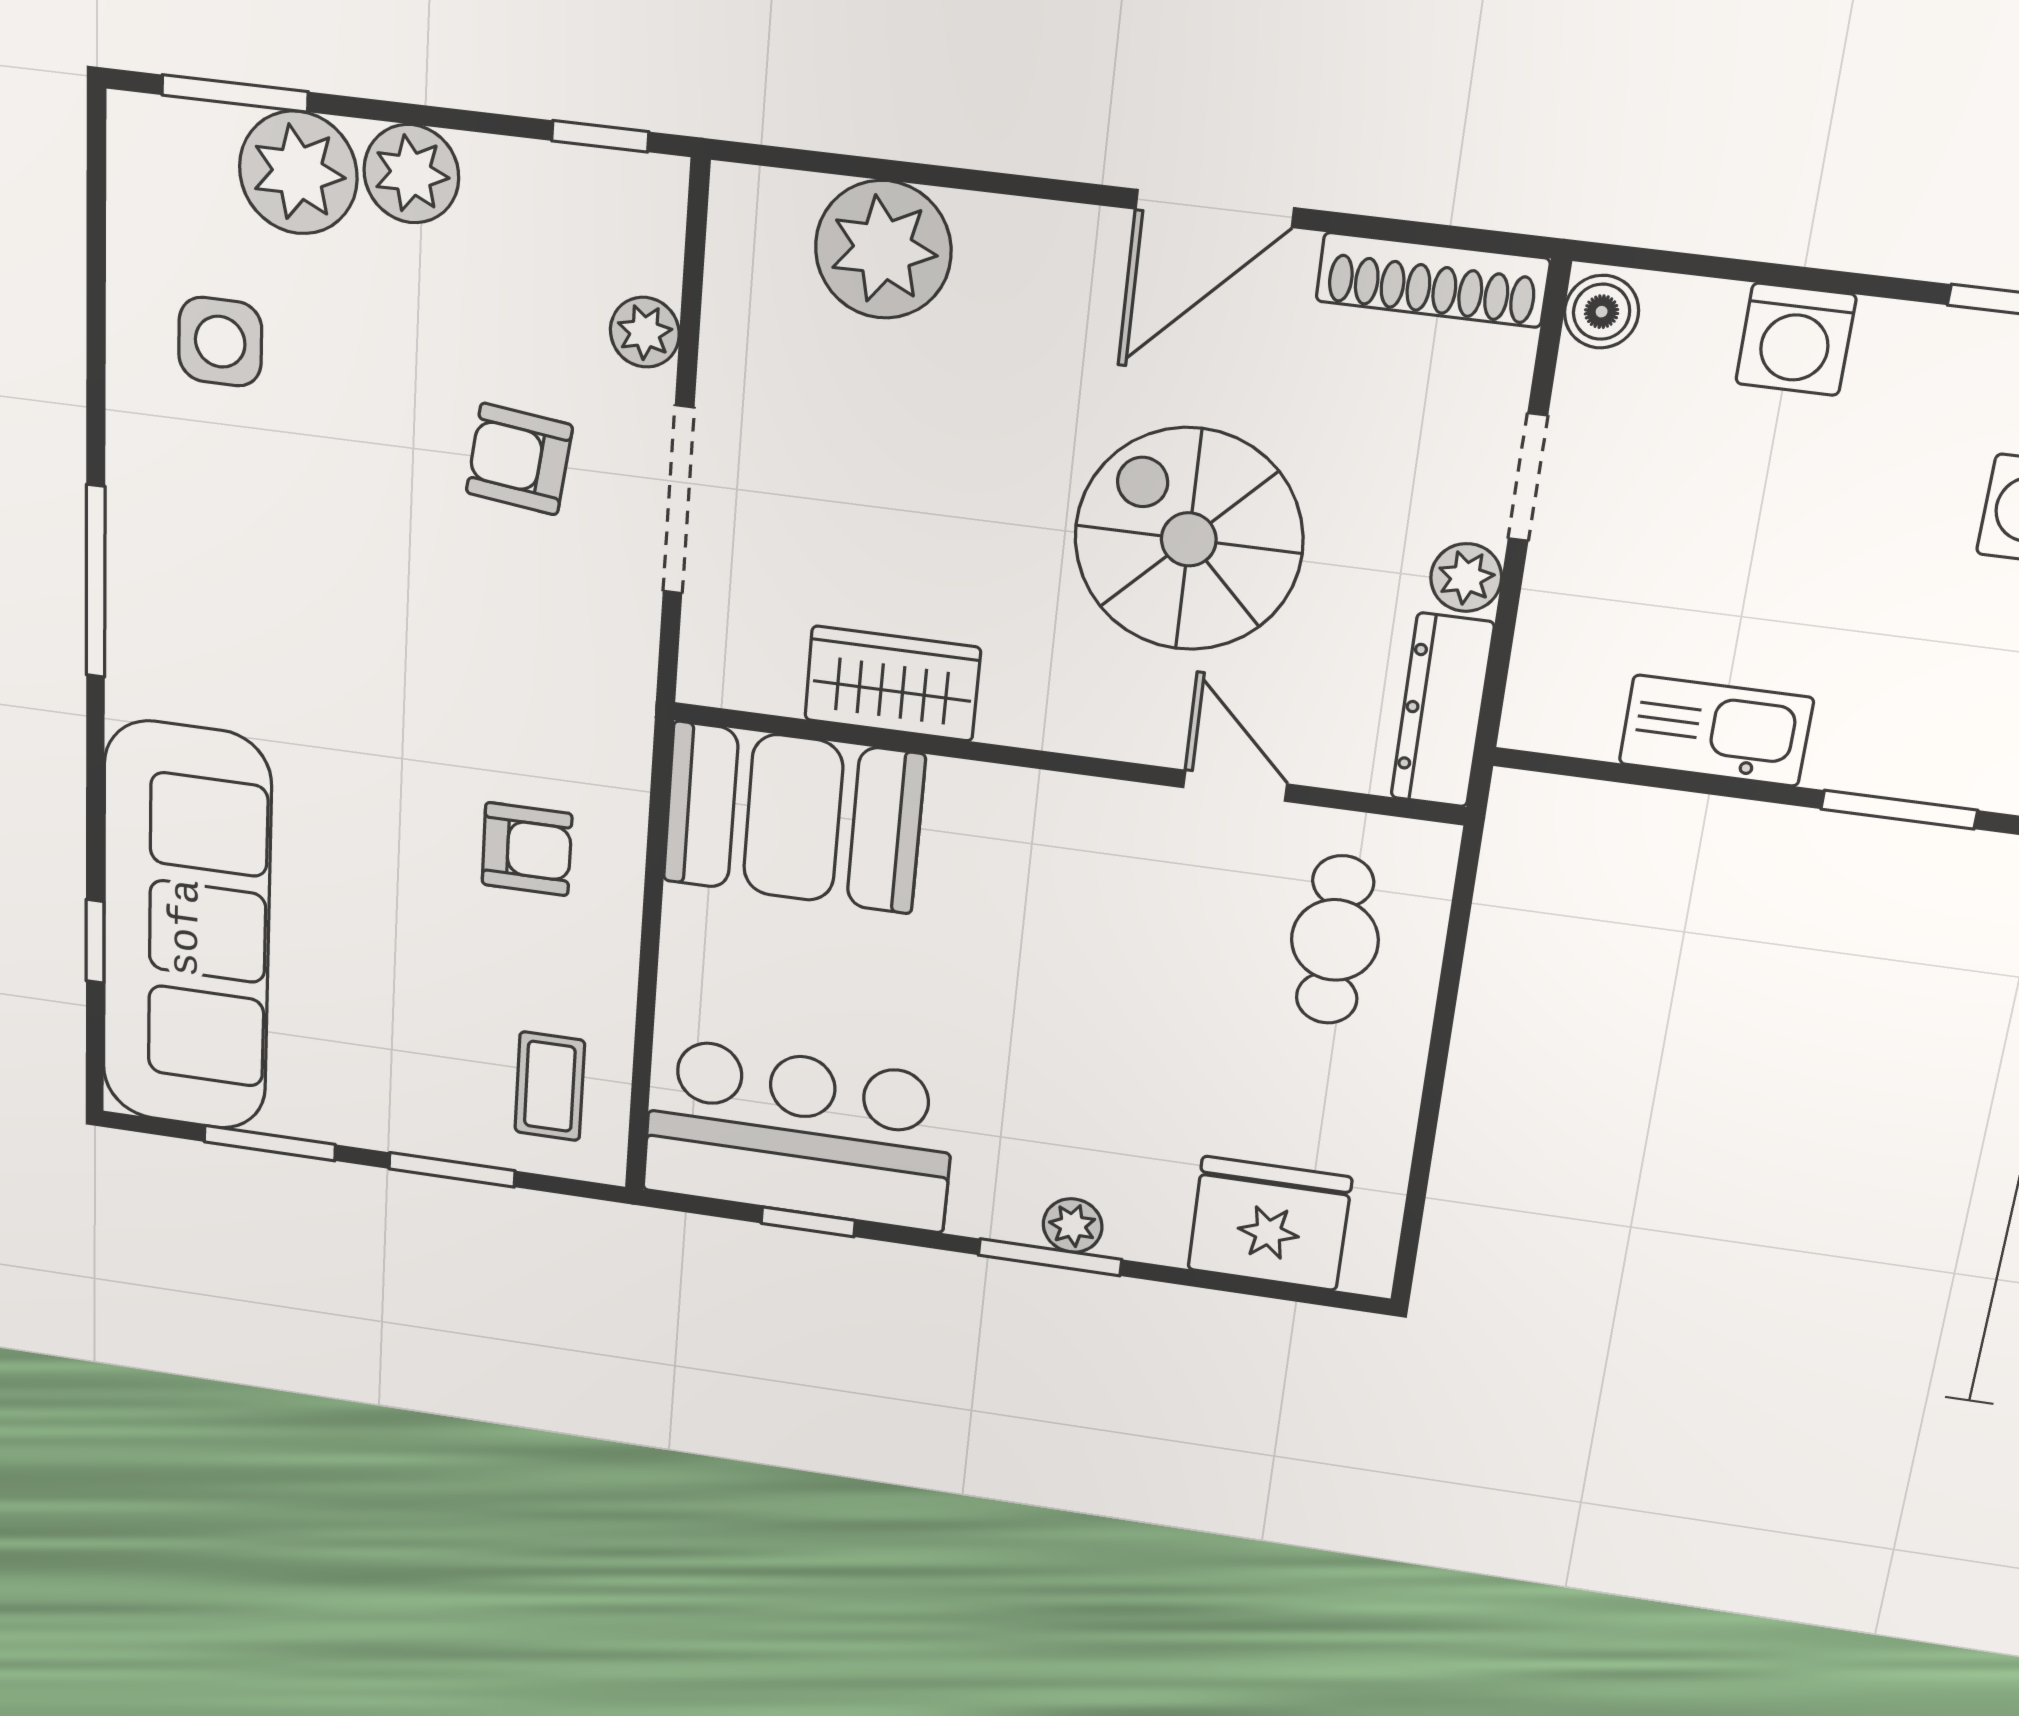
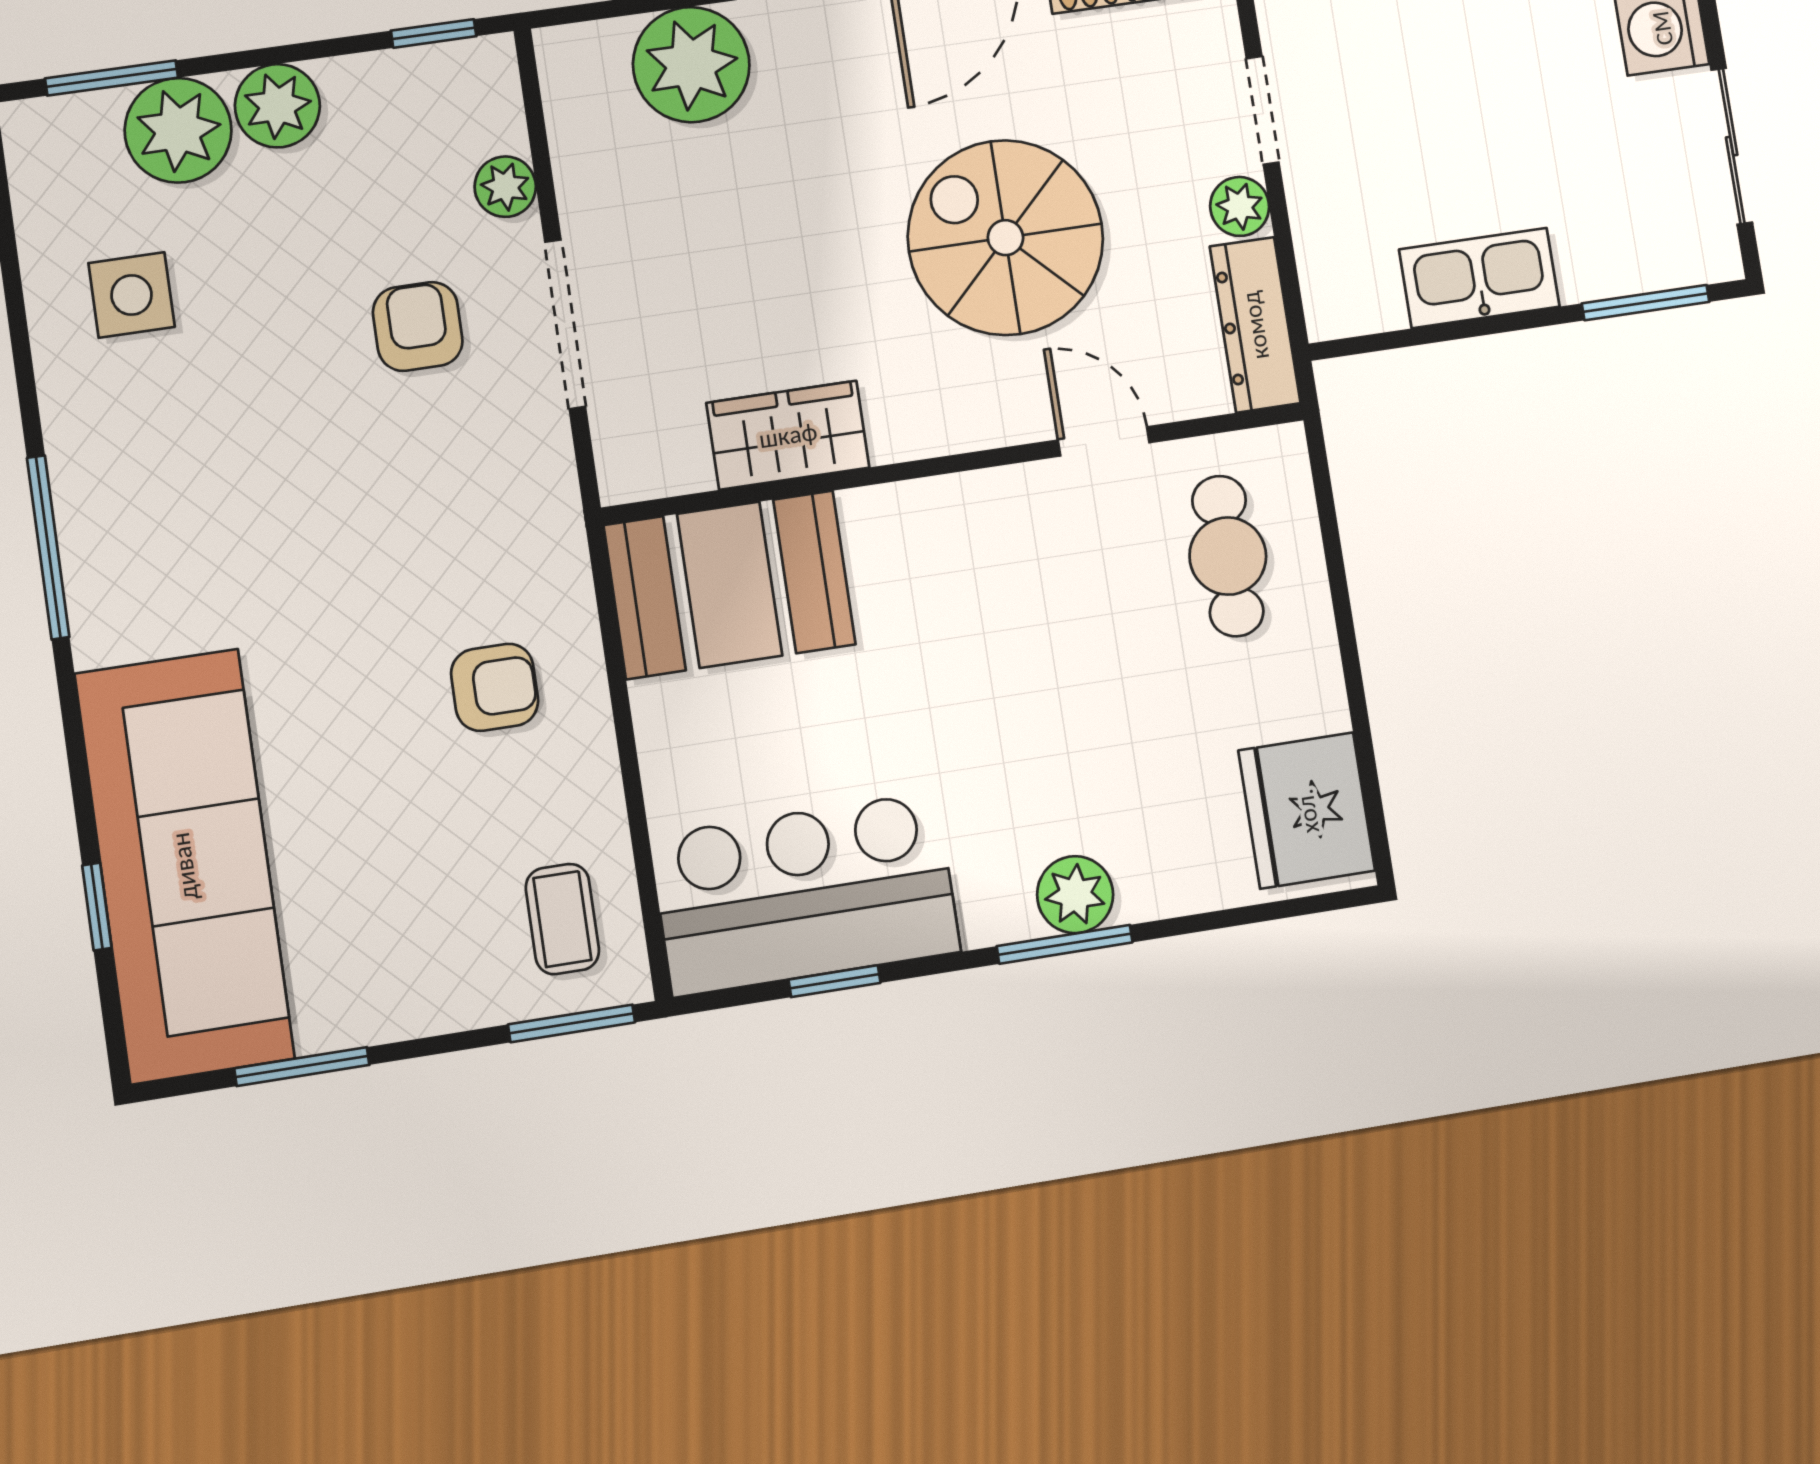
armchair: (519, 459) -> (418, 326), turned 83
window: (452, 1170) -> (572, 1023), moved
fridge: (1270, 1223) -> (1307, 811), moved, turned -90
plant: (1073, 1225) -> (1075, 895), width x1.38, depth x1.38

